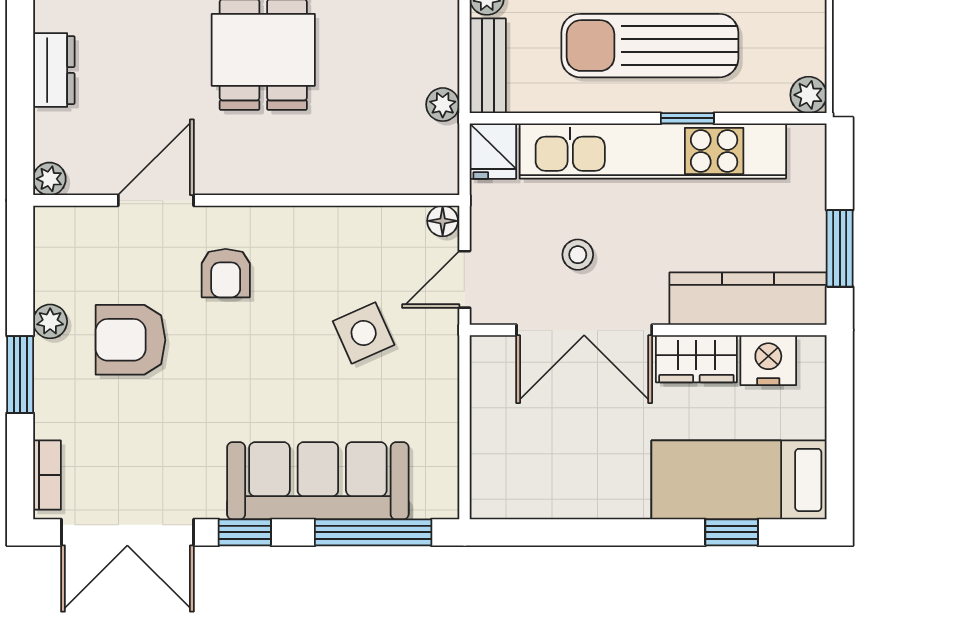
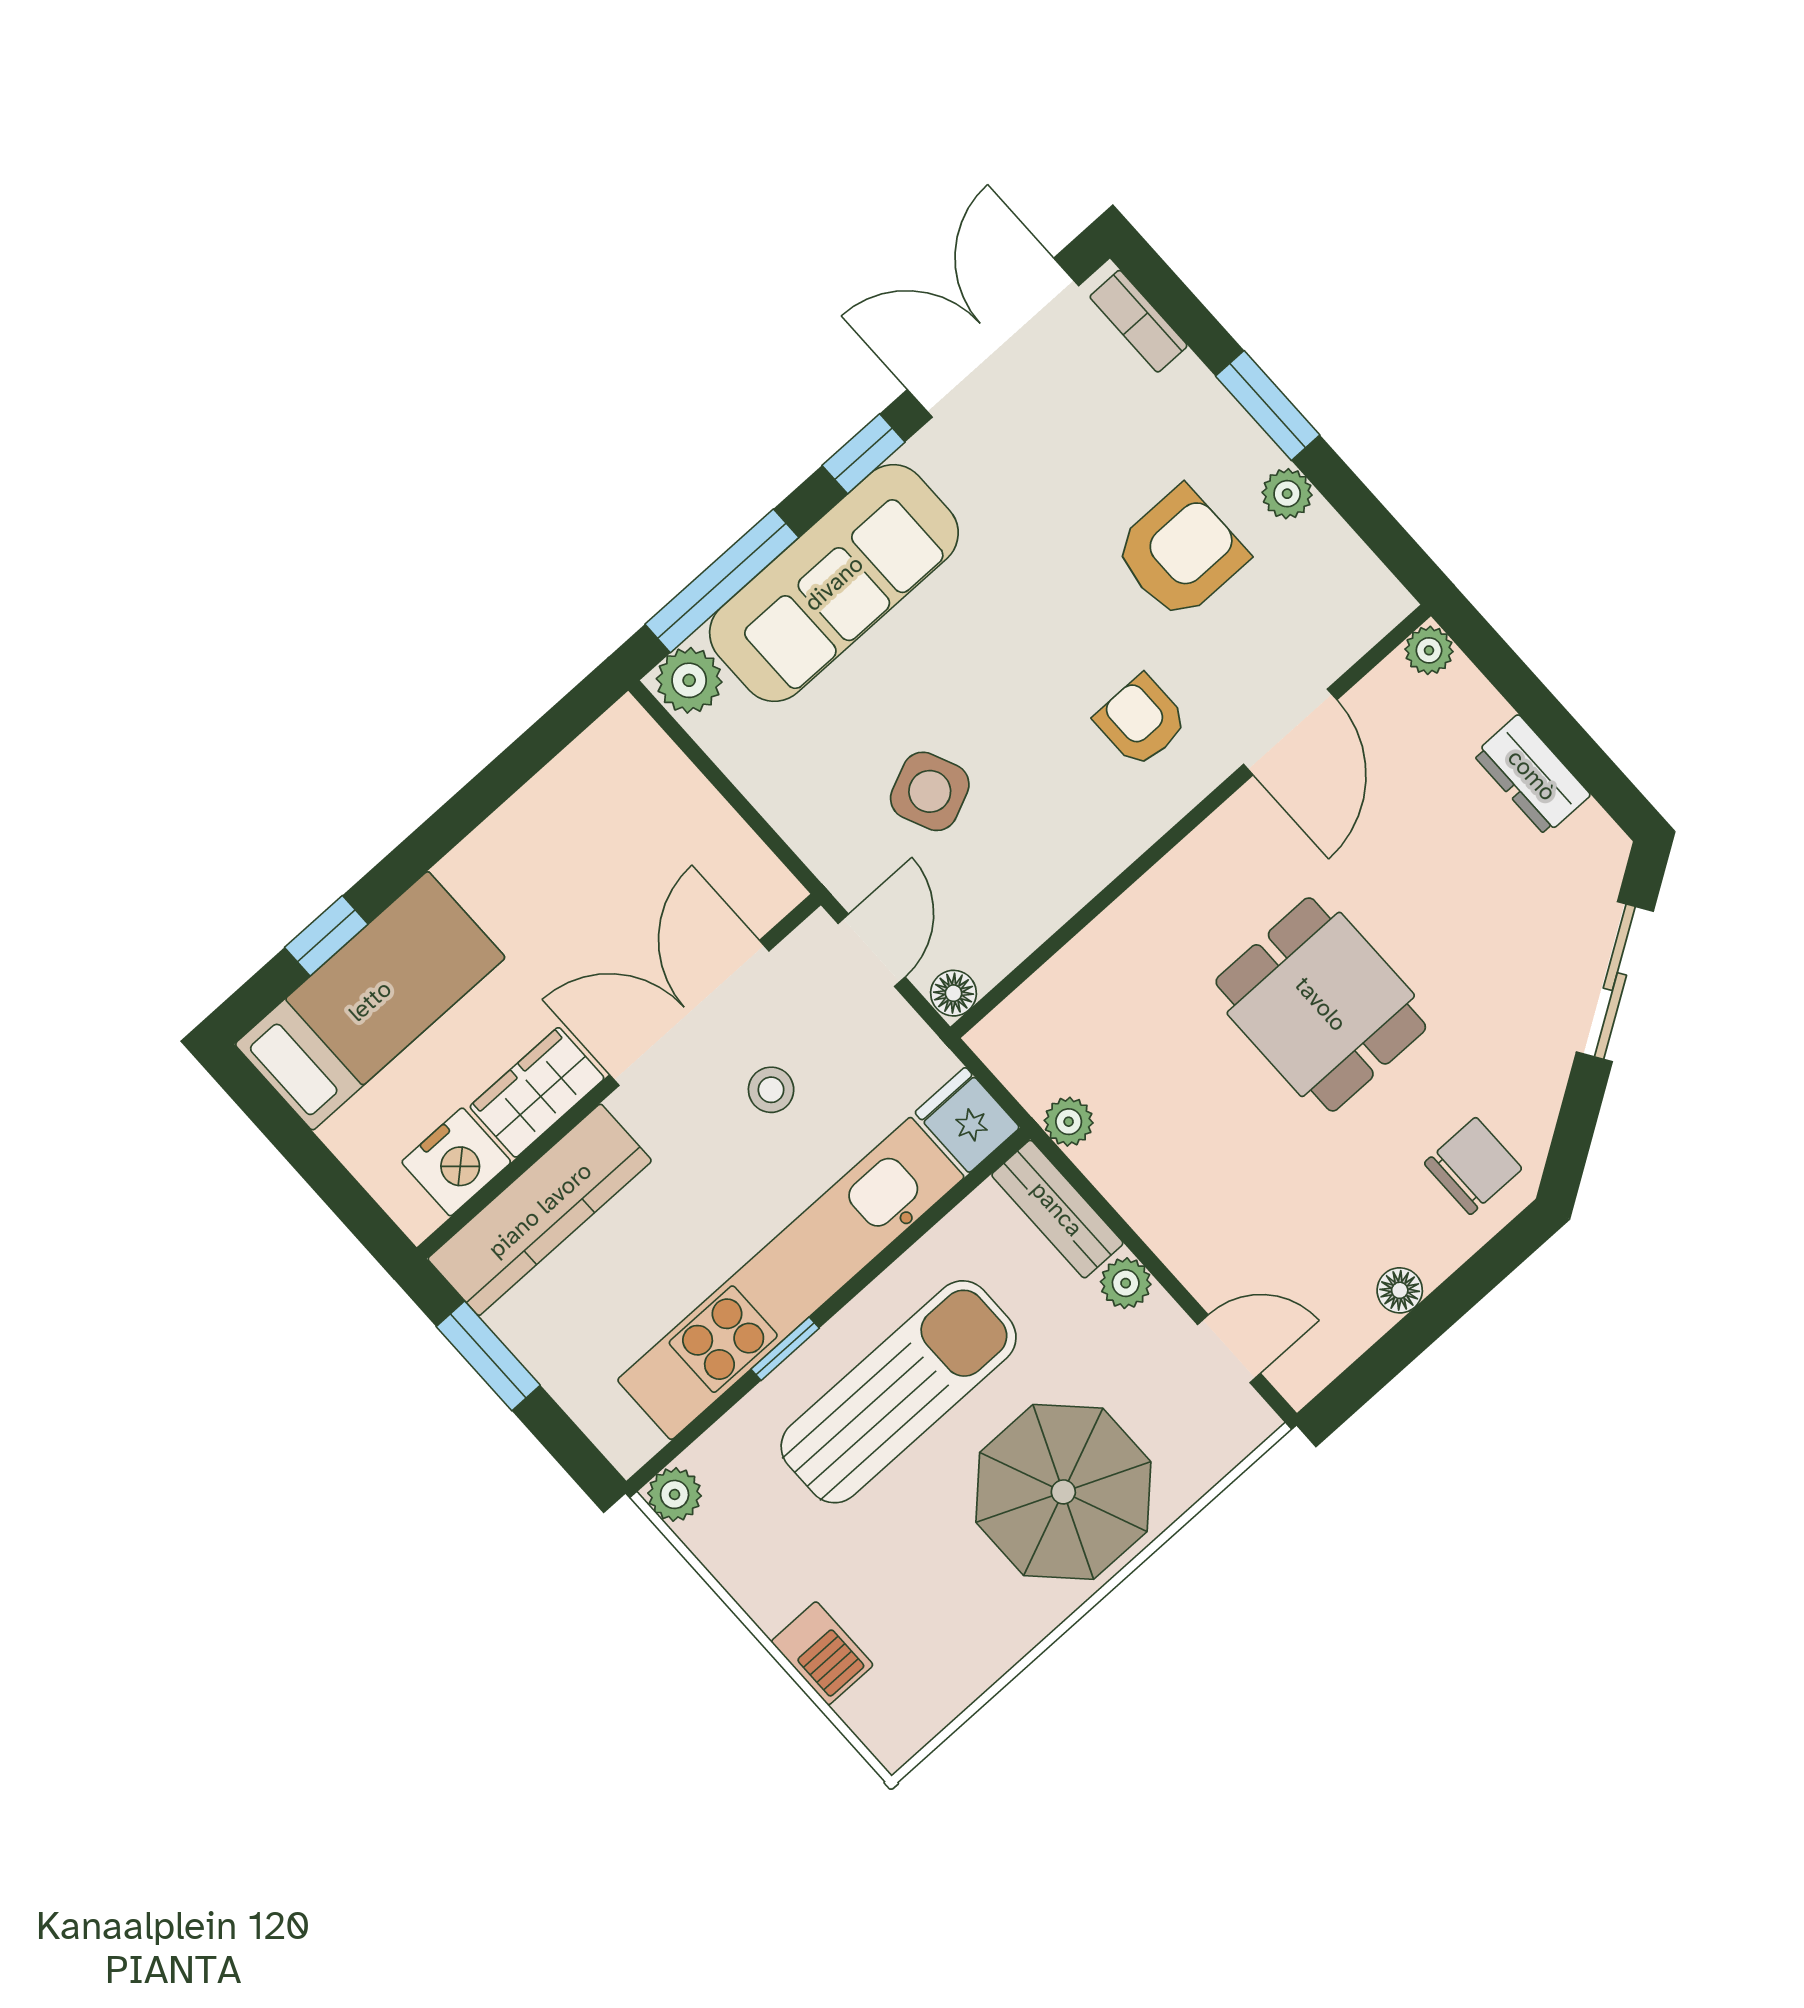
plant: (434, 497) -> (689, 680), added

